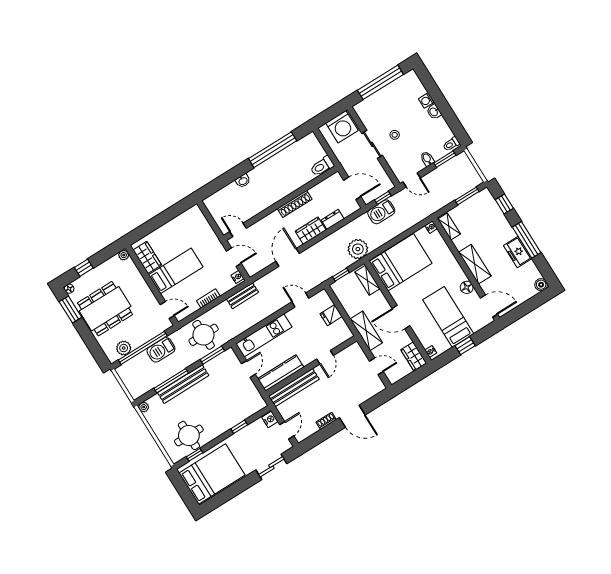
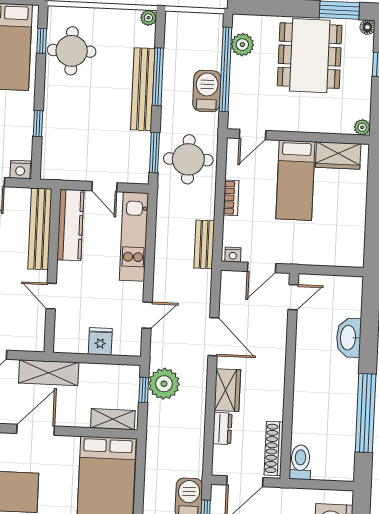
washbasin: (243, 181) -> (349, 338), width x1.91, depth x1.45
shoe rack: (295, 204) -> (274, 448), moved
plant: (358, 249) -> (164, 384), moved

